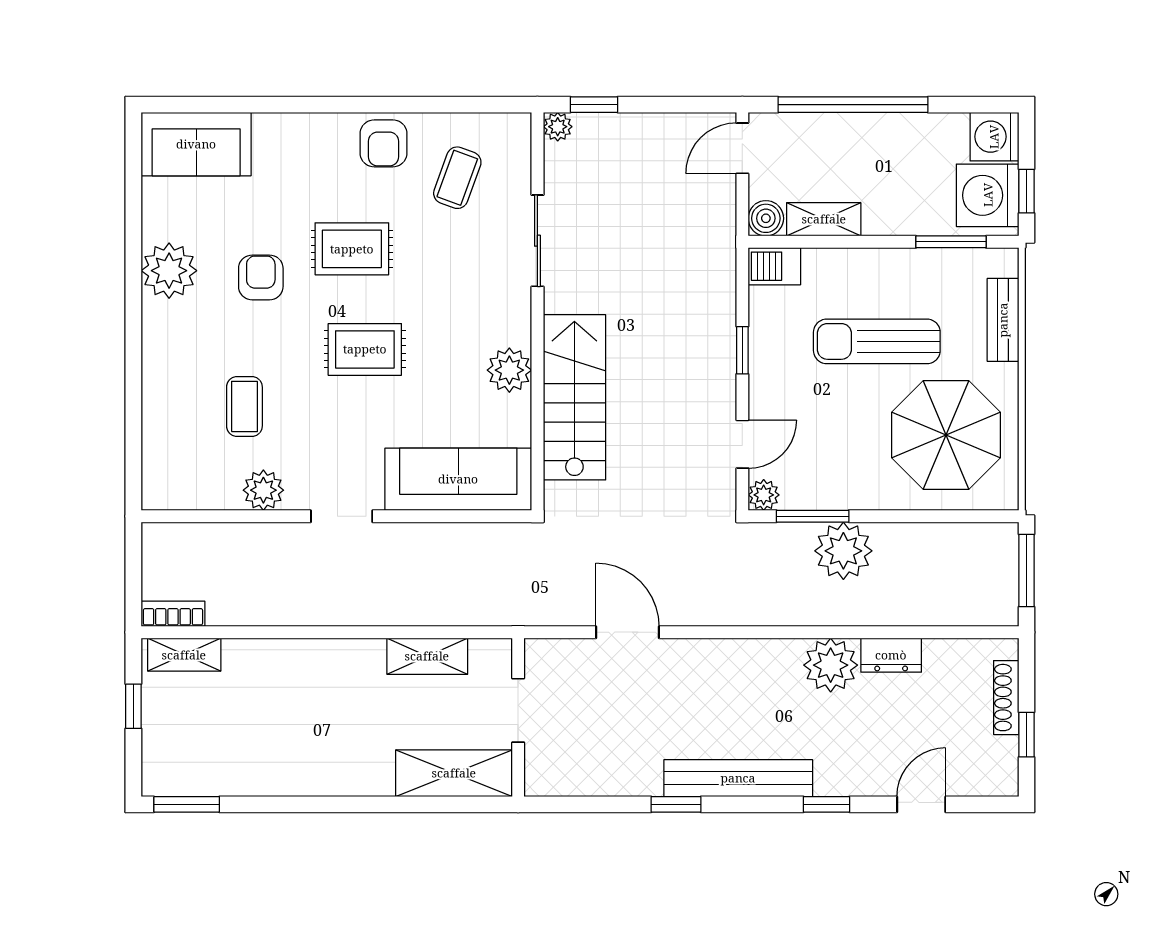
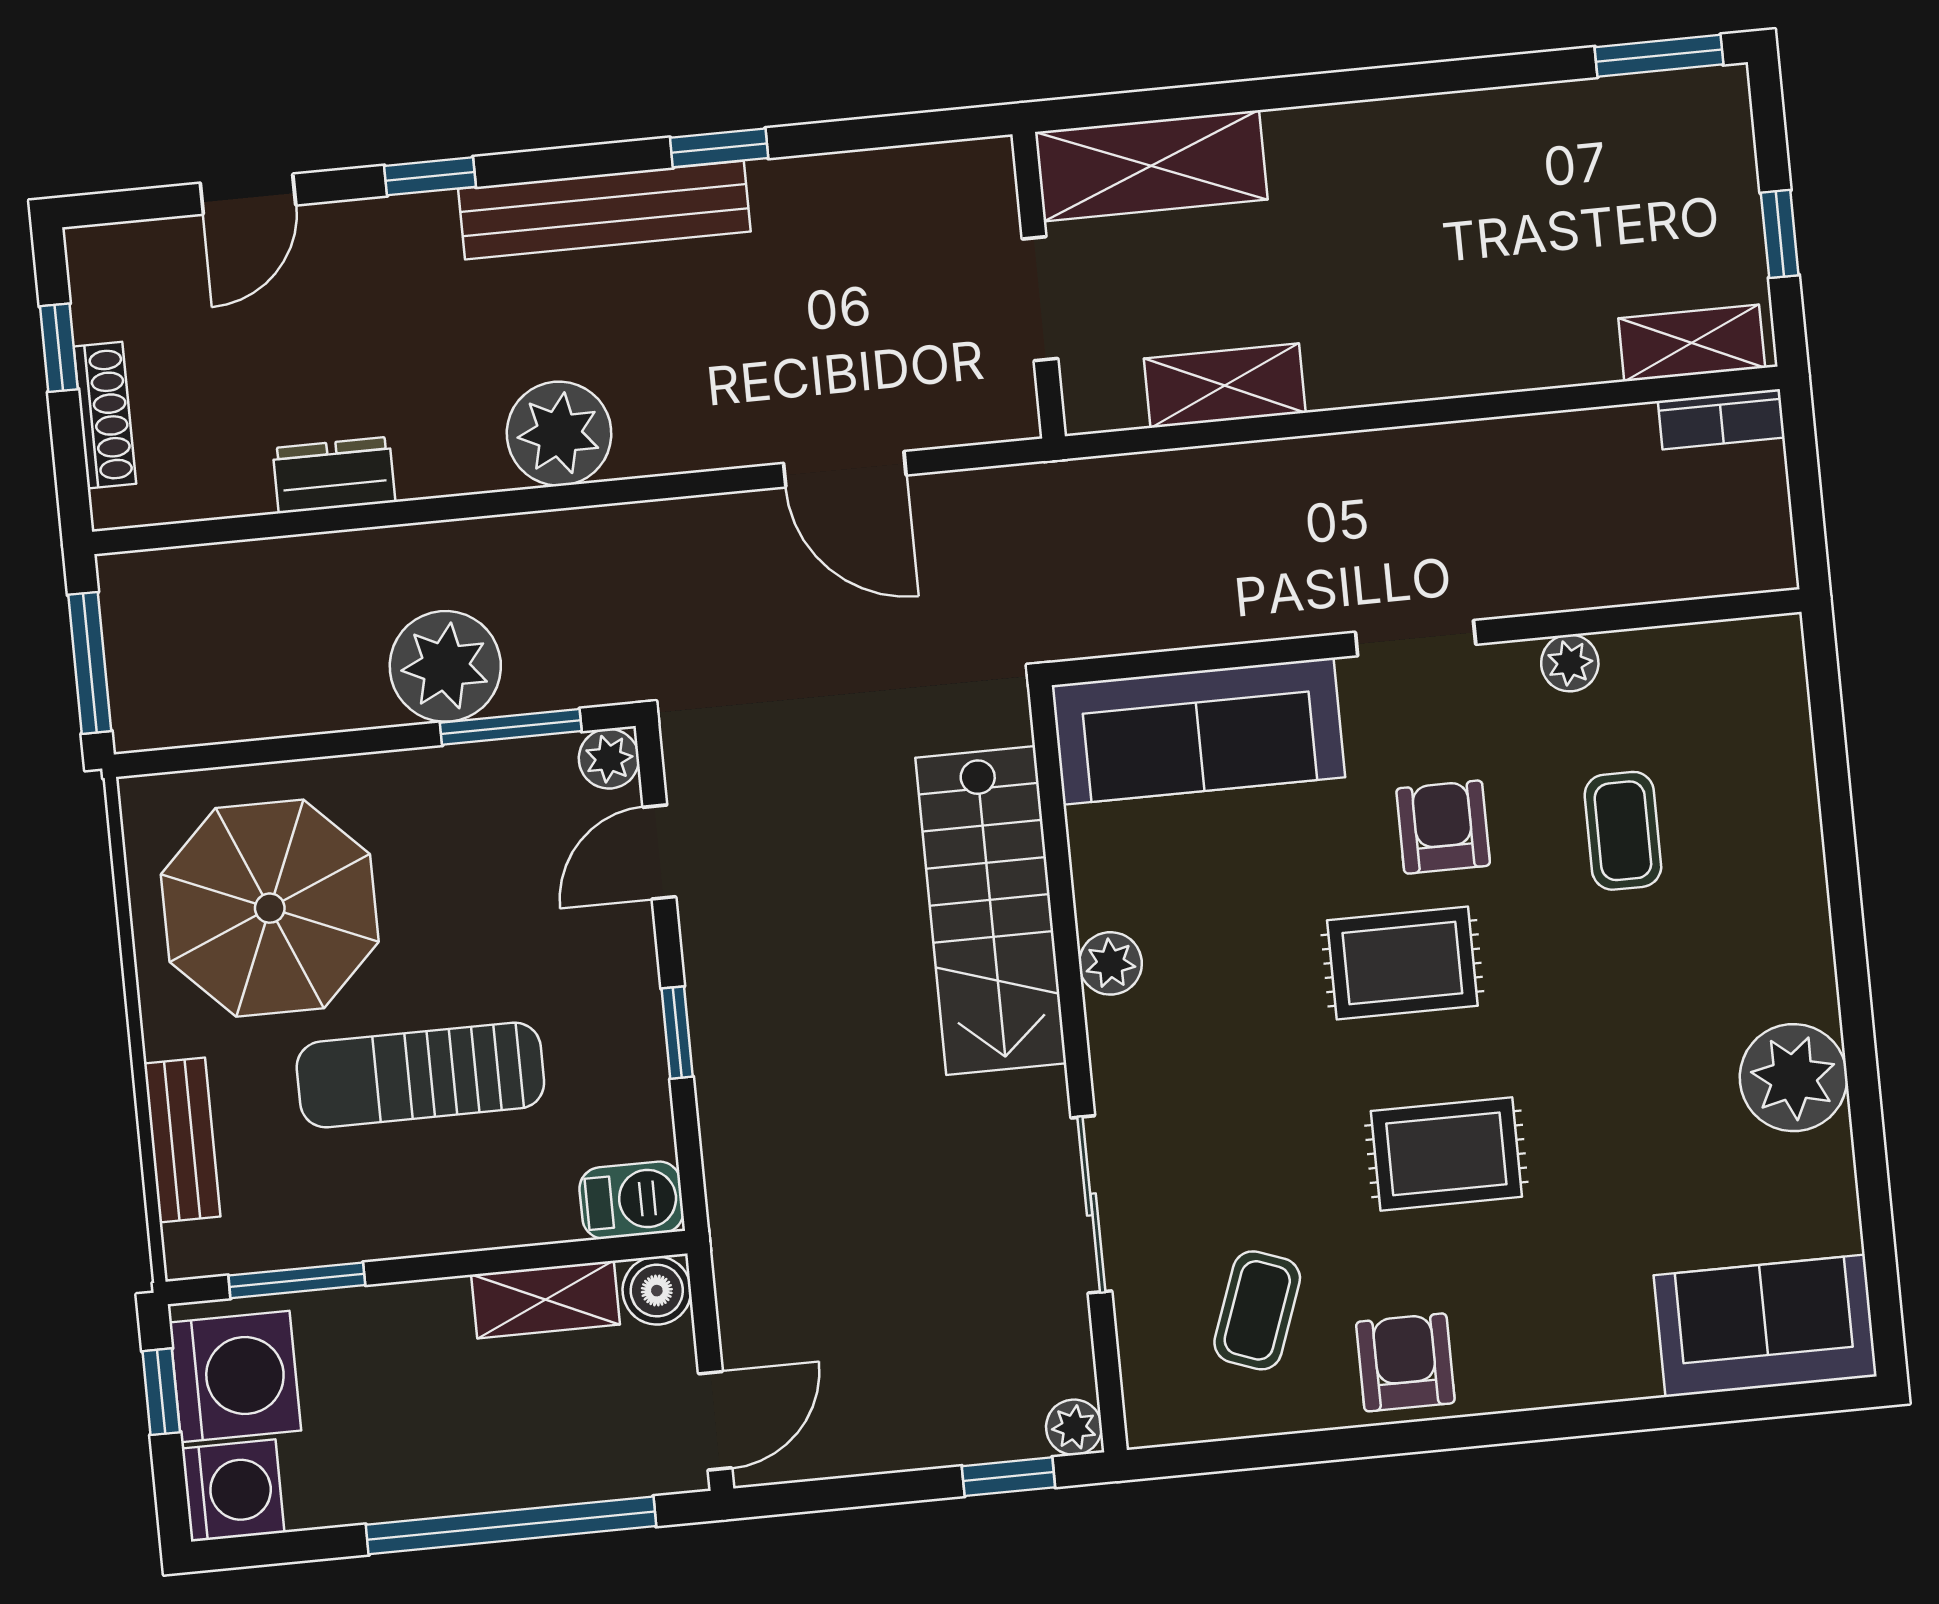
armchair: (261, 277) -> (1443, 827), moved, turned 180
sun lounger: (877, 341) -> (420, 1075), turned 180
plant: (509, 370) -> (1110, 963), width x0.73, depth x0.73
plant: (263, 490) -> (1570, 663), width x0.73, depth x0.73
plant: (831, 665) -> (559, 434), moved

